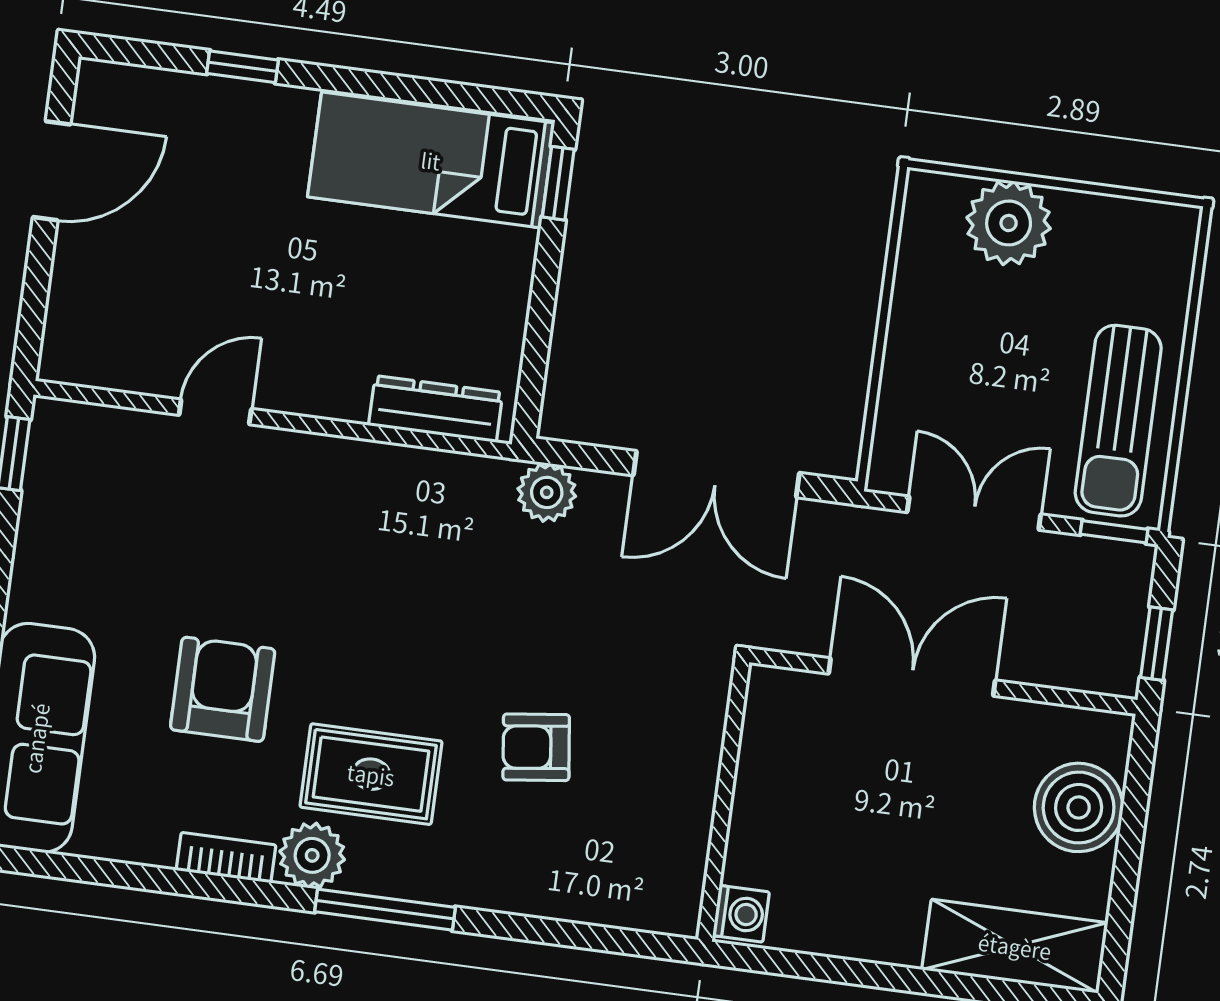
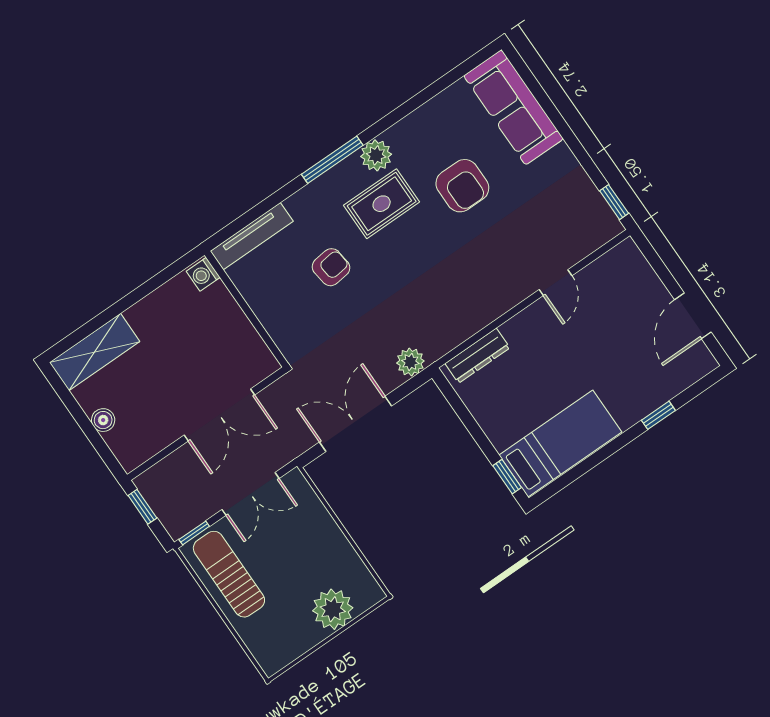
boiler: (1079, 807) -> (103, 420), width x0.54, depth x0.54
bookcase: (226, 858) -> (406, 126), removed
tv unit: (614, 905) -> (252, 236), added

